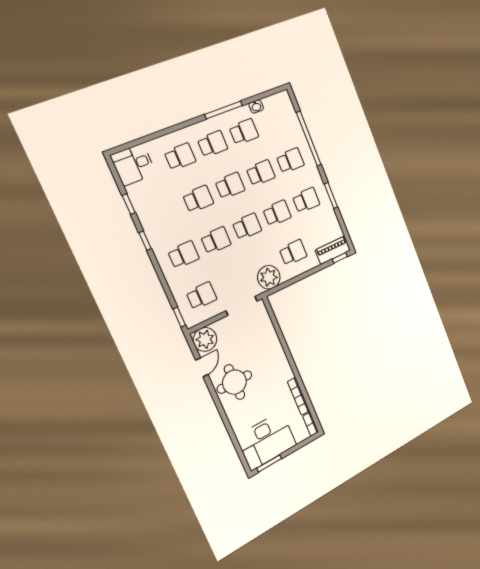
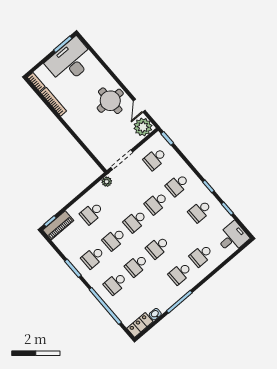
locker: (277, 101) -> (140, 325), added
school desk: (244, 132) -> (159, 291), removed
school desk: (198, 199) -> (200, 211), moved
plant: (269, 277) -> (107, 182), width x0.53, depth x0.53

